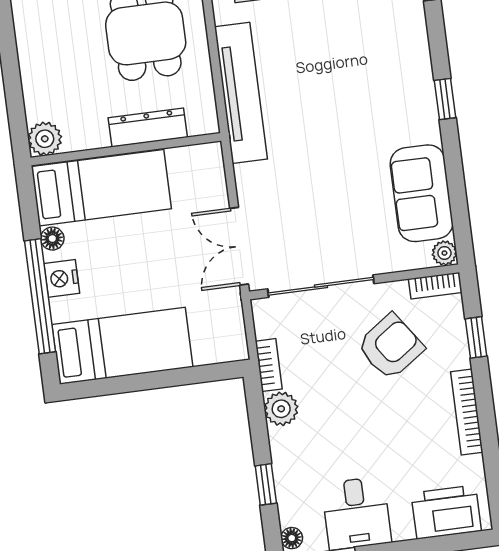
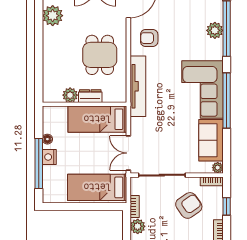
corner sofa: (387, 81) -> (203, 89), added
window: (445, 99) -> (227, 100), width x3.17
dresser: (148, 127) -> (90, 96), width x0.70
plant: (45, 139) -> (70, 95), moved
bed: (101, 188) -> (97, 119), moved, turned 180
bed: (122, 346) -> (97, 187), moved, turned 180

